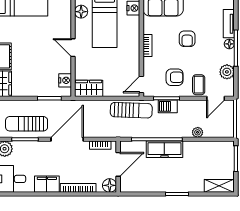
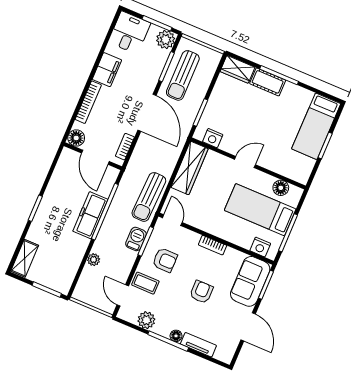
armchair: (187, 39) -> (201, 292), turned 90
armchair: (175, 77) -> (165, 260), turned -90
wardrobe: (89, 88) -> (190, 168), width x1.50
sun lounger: (27, 124) -> (183, 75), turned 180

